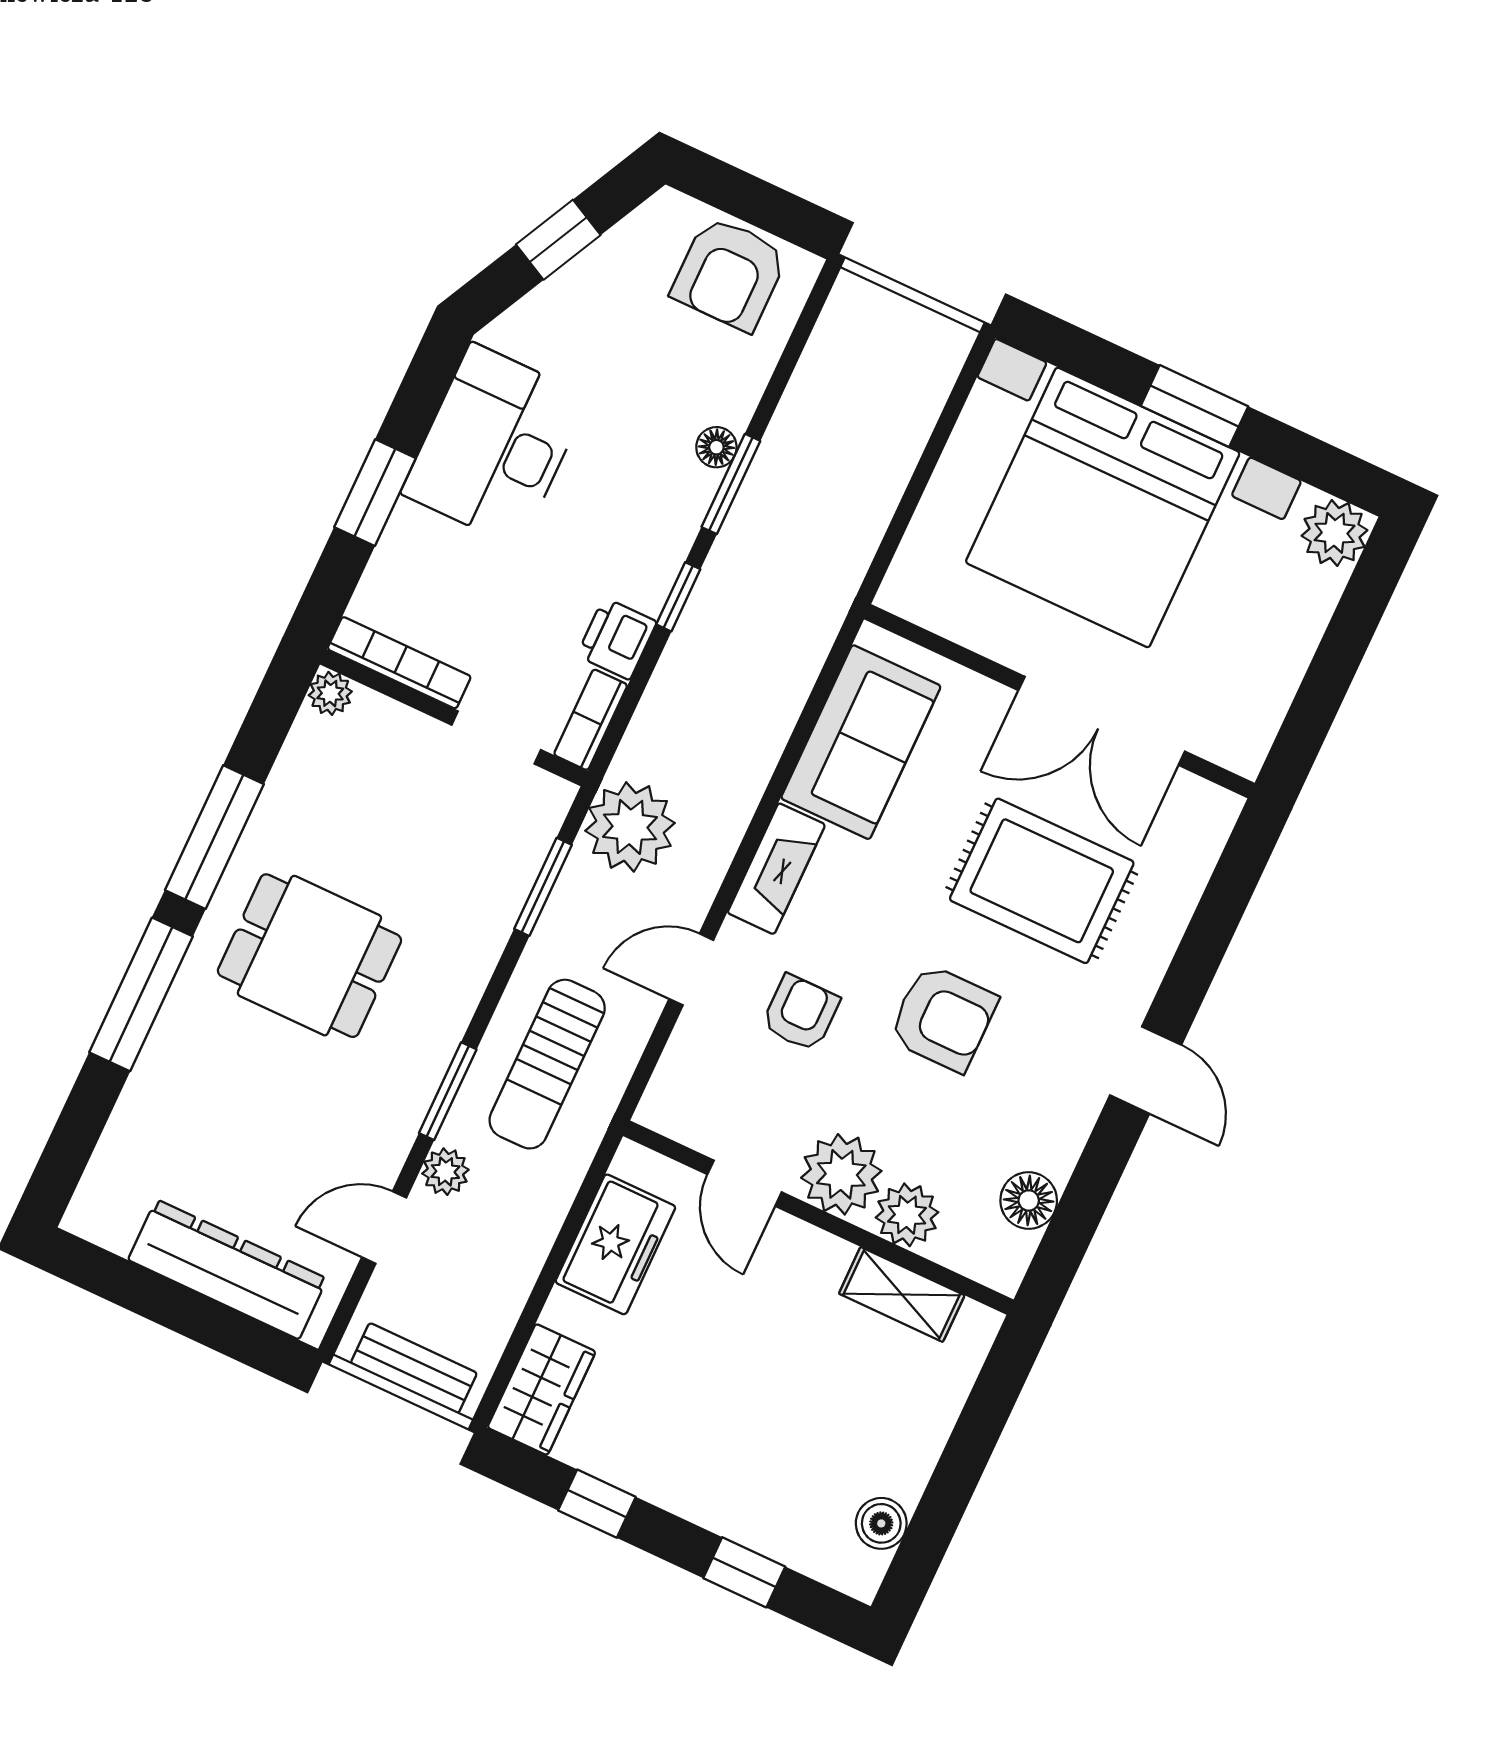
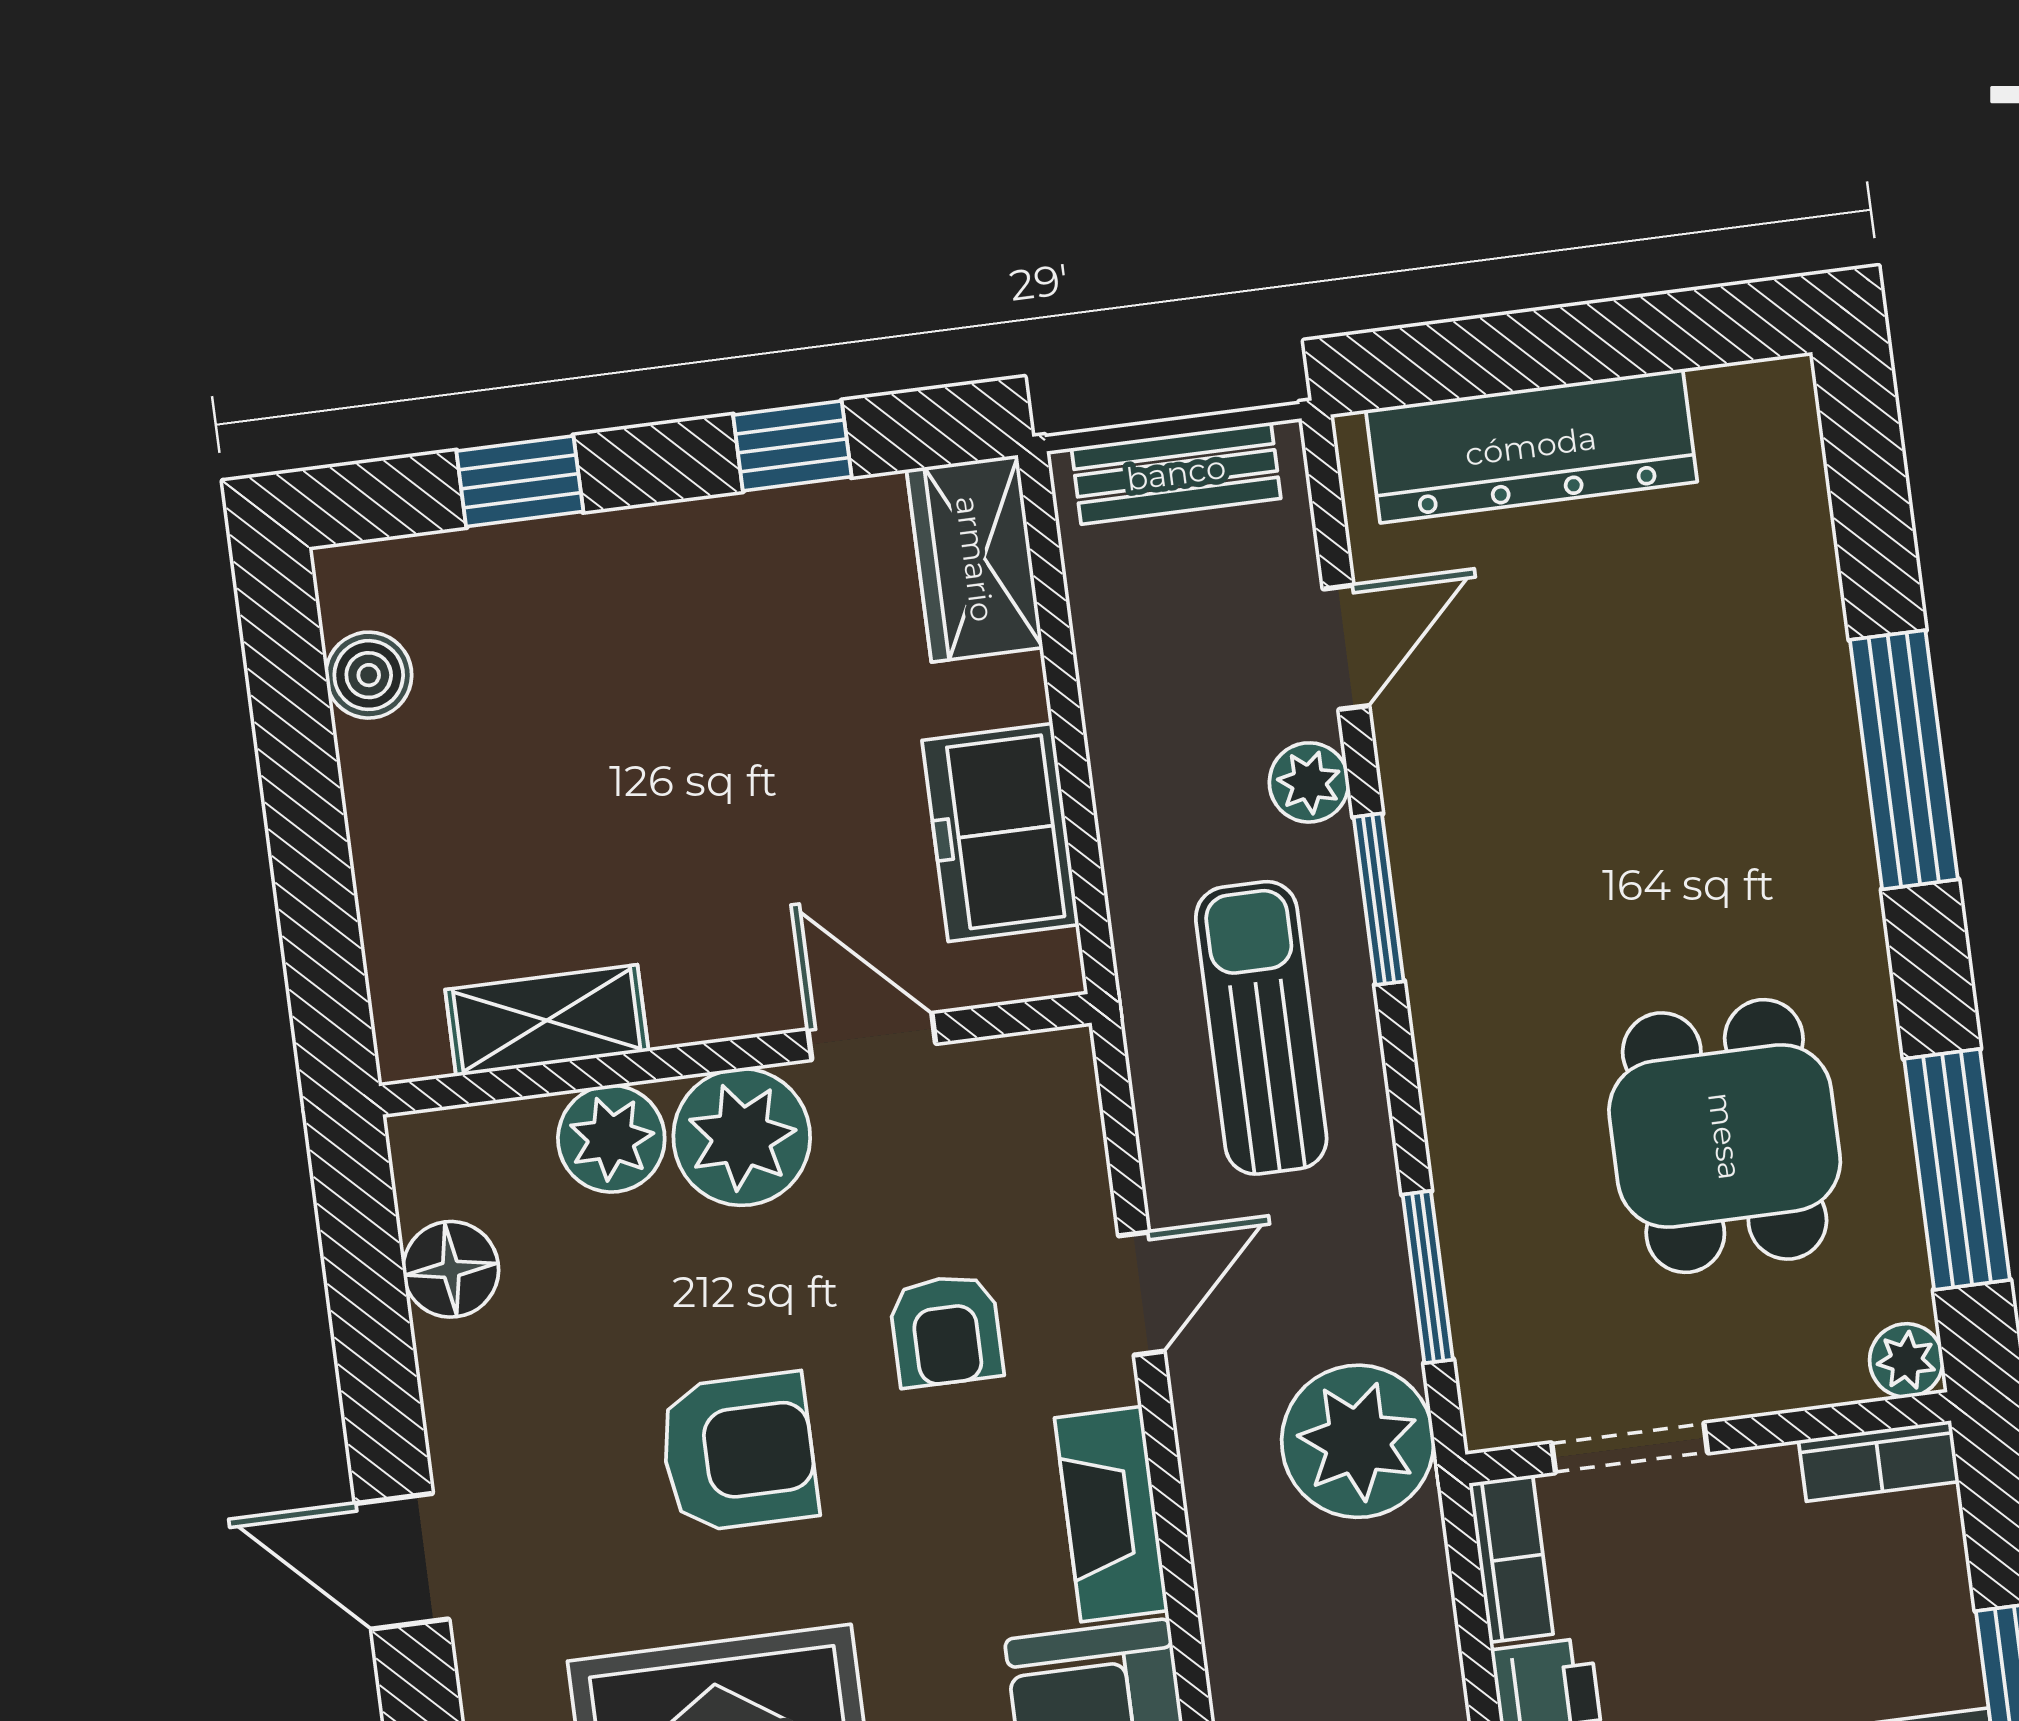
bookcase: (399, 663) -> (1879, 1461), width x0.64
window: (214, 837) -> (1957, 1169), moved
dining table: (309, 956) -> (1725, 1136), moved, turned 90
armchair: (943, 1018) -> (738, 1452), turned 180

